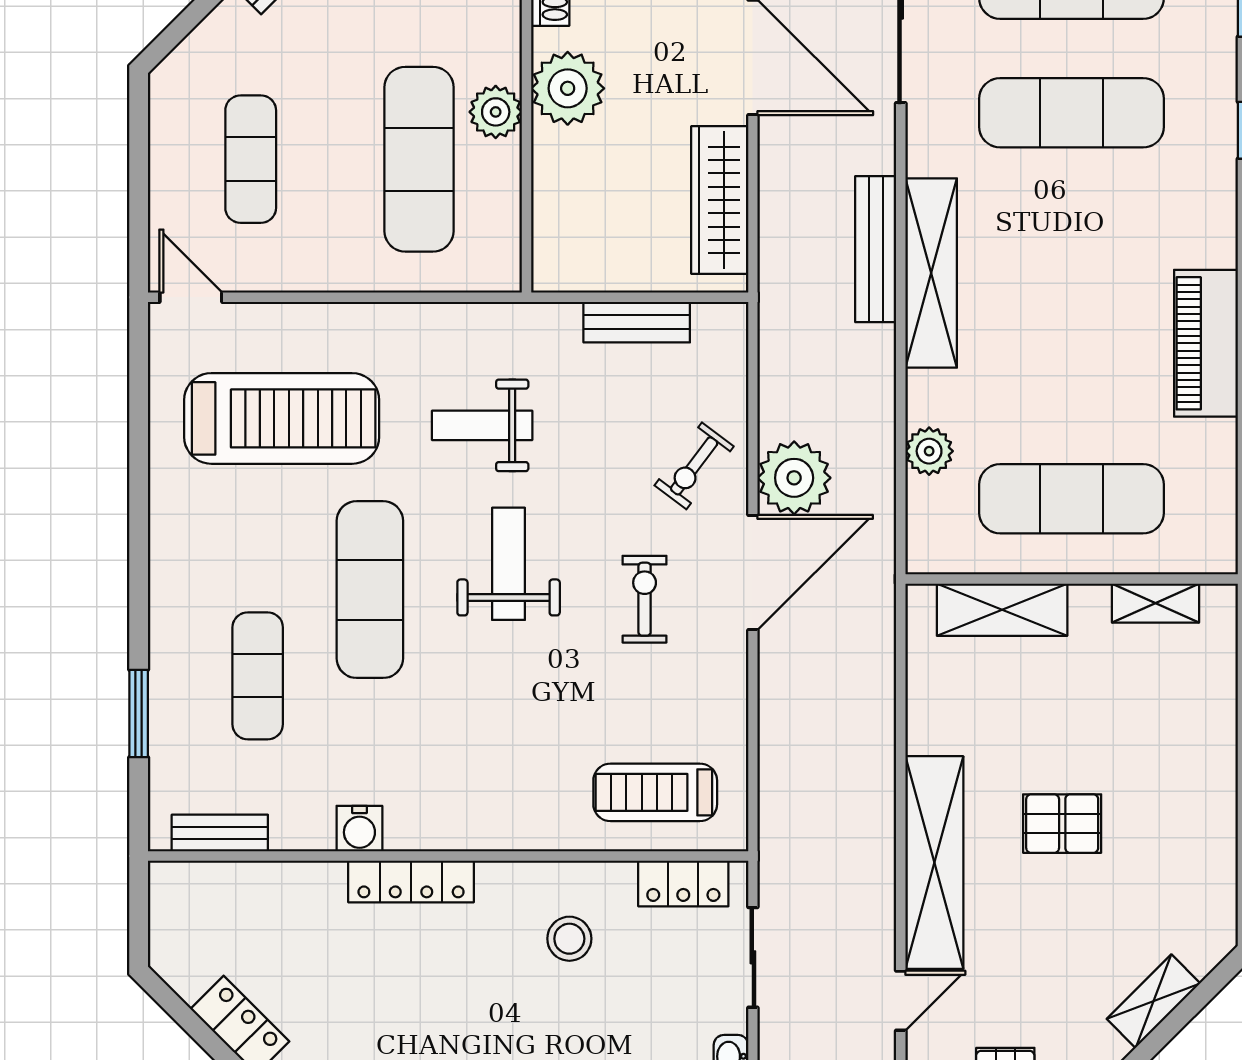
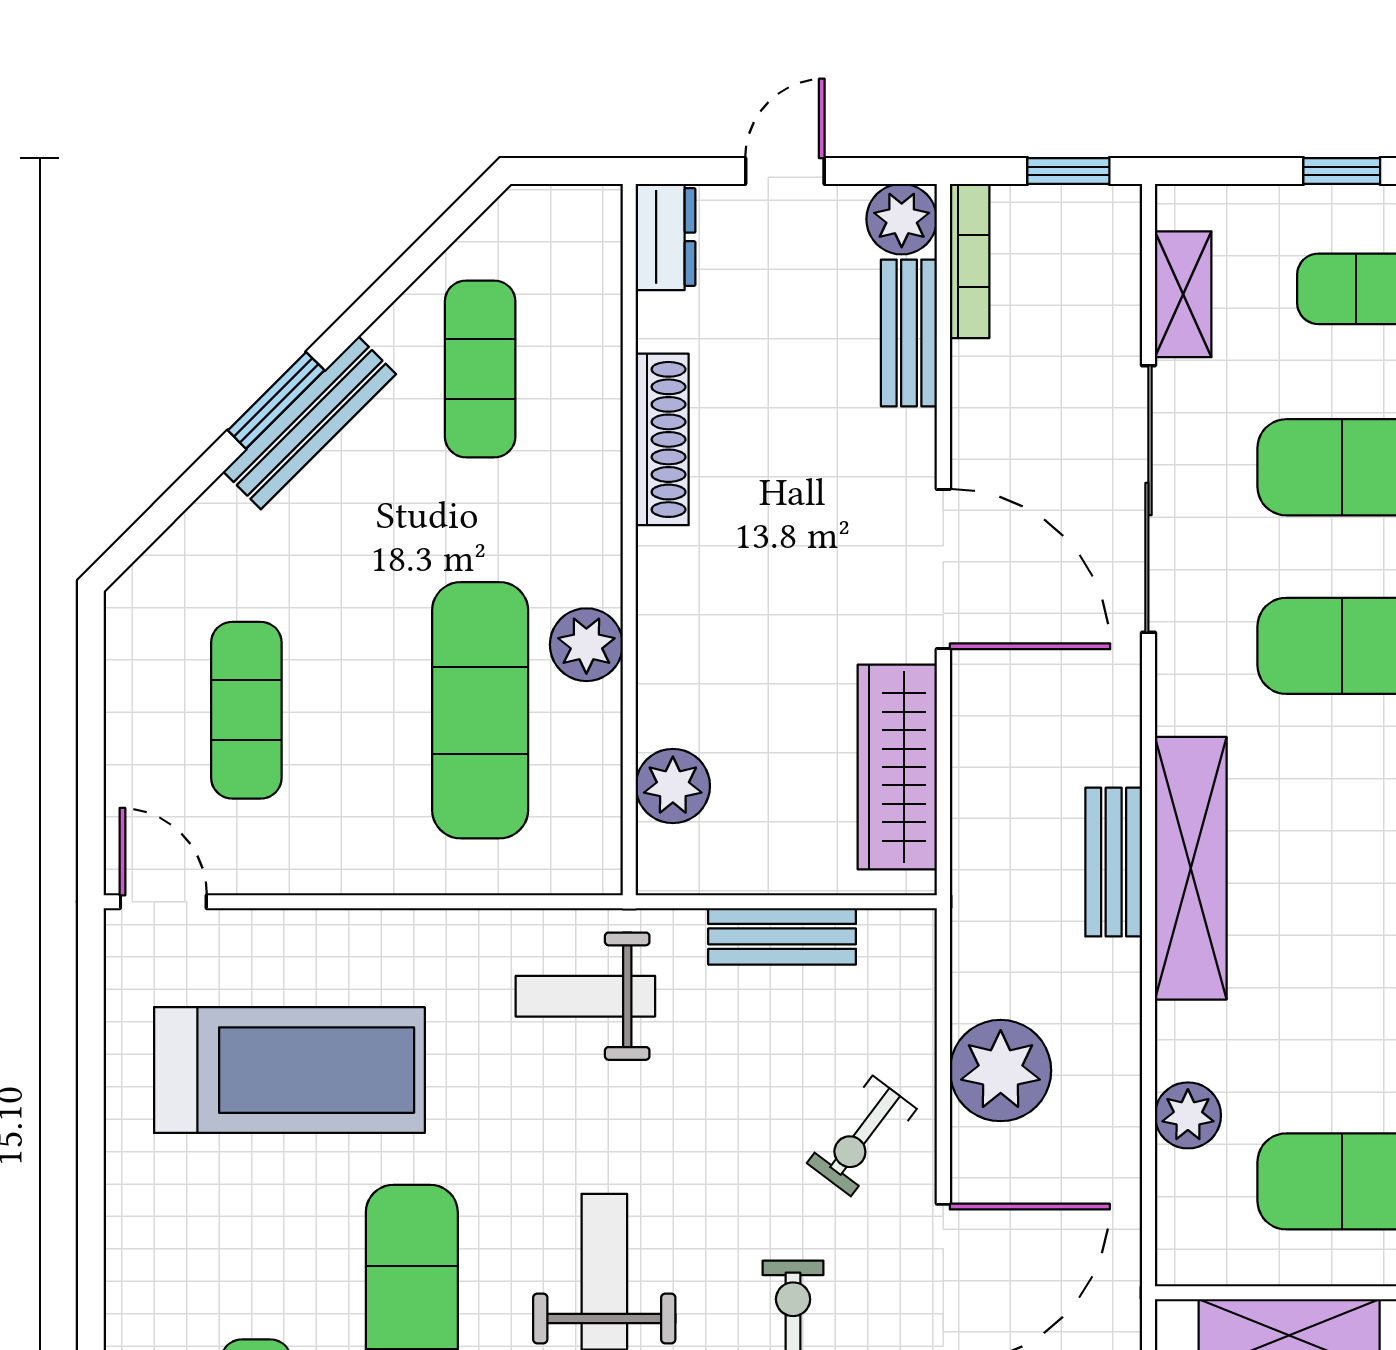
plant: (568, 88) -> (673, 786), moved, width x0.73, depth x0.73
bench: (876, 249) -> (1114, 862), width x0.73
weight bench: (482, 425) -> (585, 996), moved
plant: (794, 478) -> (1001, 1071), moved

